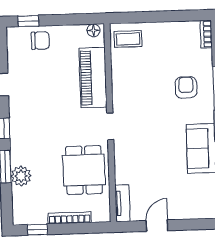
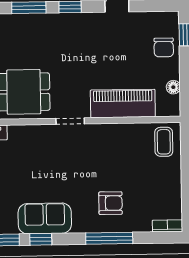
floor lamp: (93, 30) -> (173, 87), moved
plant: (21, 176) -> (18, 24), removed

